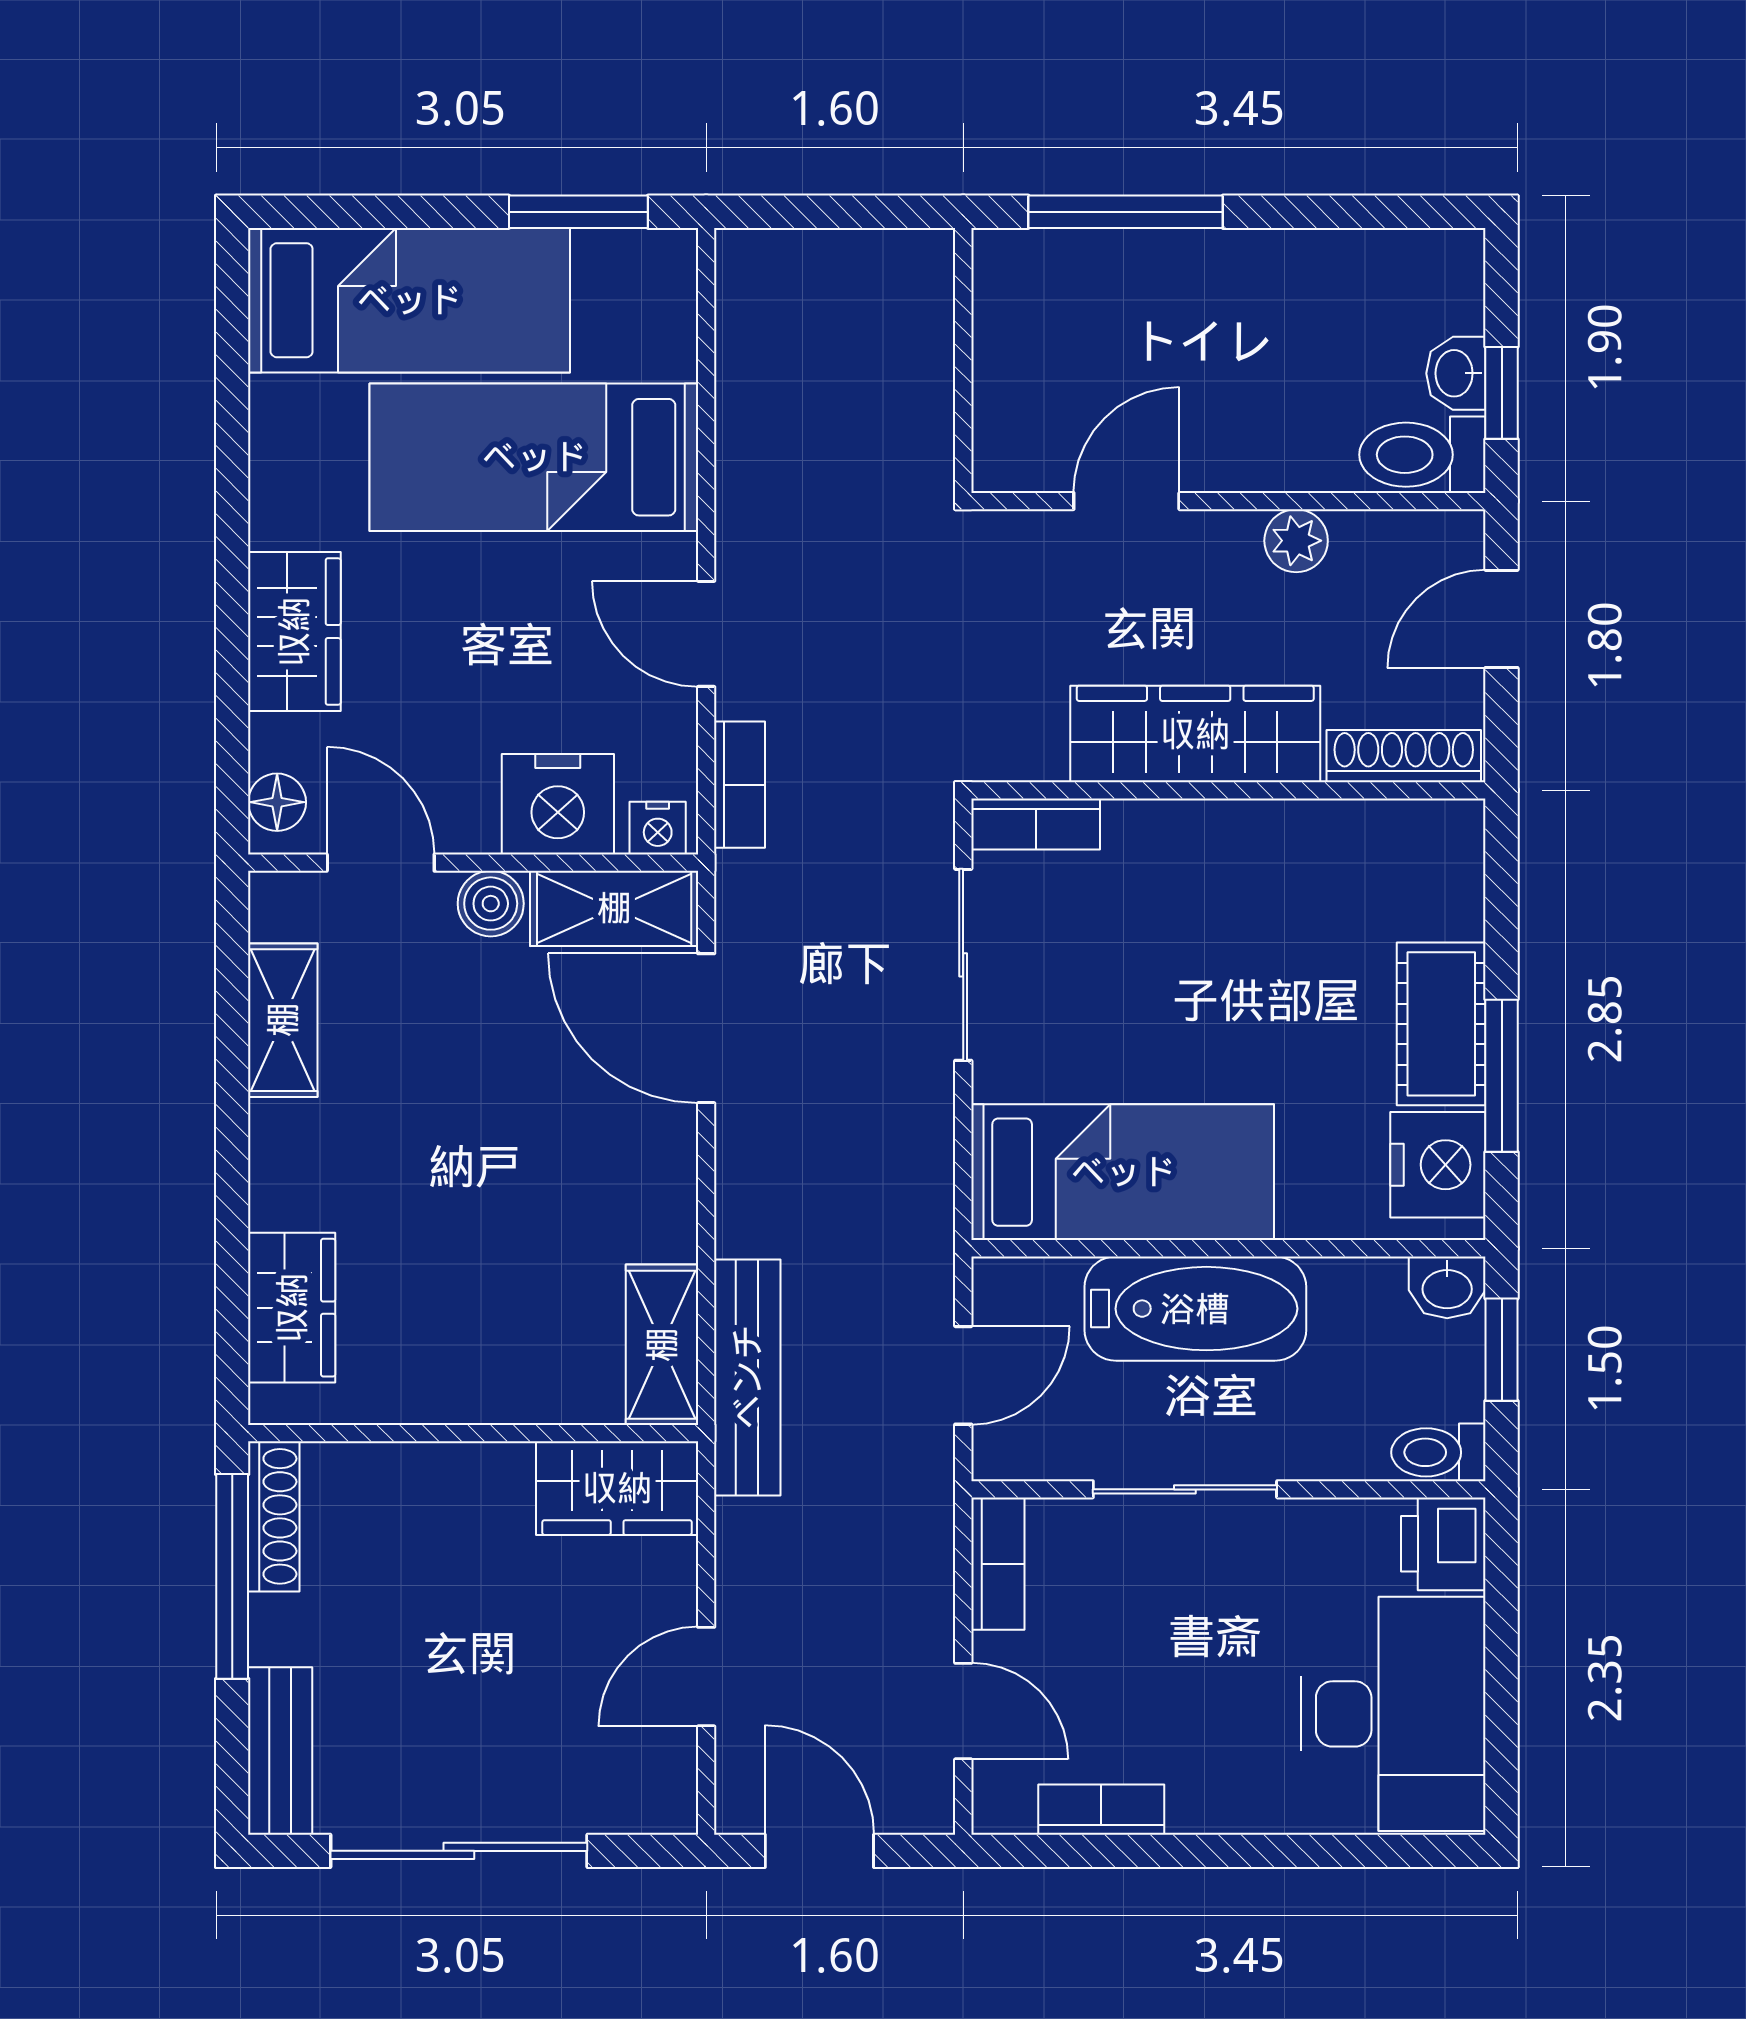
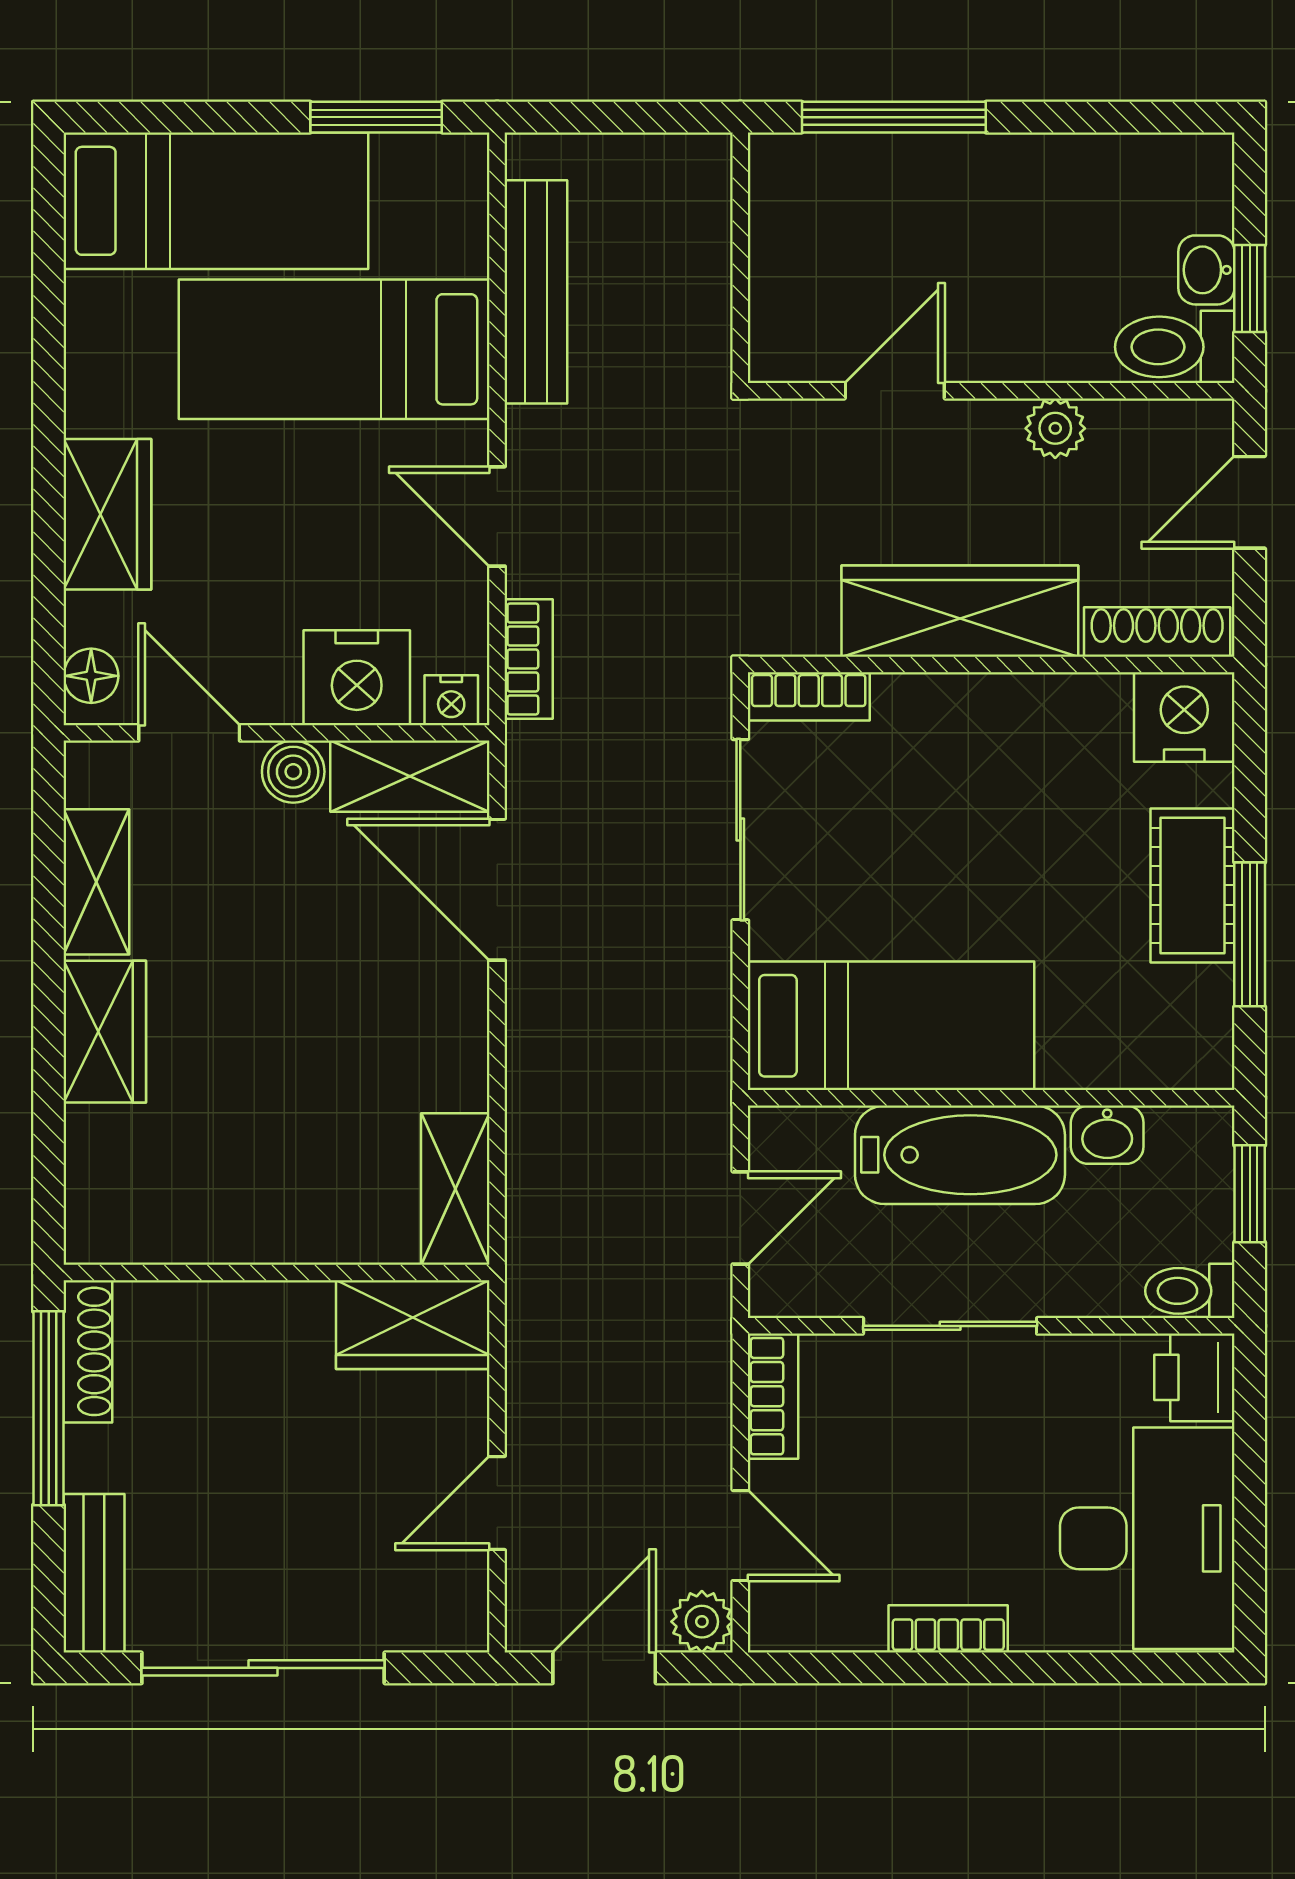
nightstand: (1438, 1165) -> (1184, 717), moved, turned -90
washbasin: (1447, 1287) -> (1107, 1135), moved
wardrobe: (292, 1308) -> (105, 1032), moved
bench: (747, 1377) -> (536, 292), moved
plant: (923, 1802) -> (702, 1622), added
bookcase: (1101, 1810) -> (948, 1629), moved
door: (819, 1851) -> (604, 1668), hinge flipped

